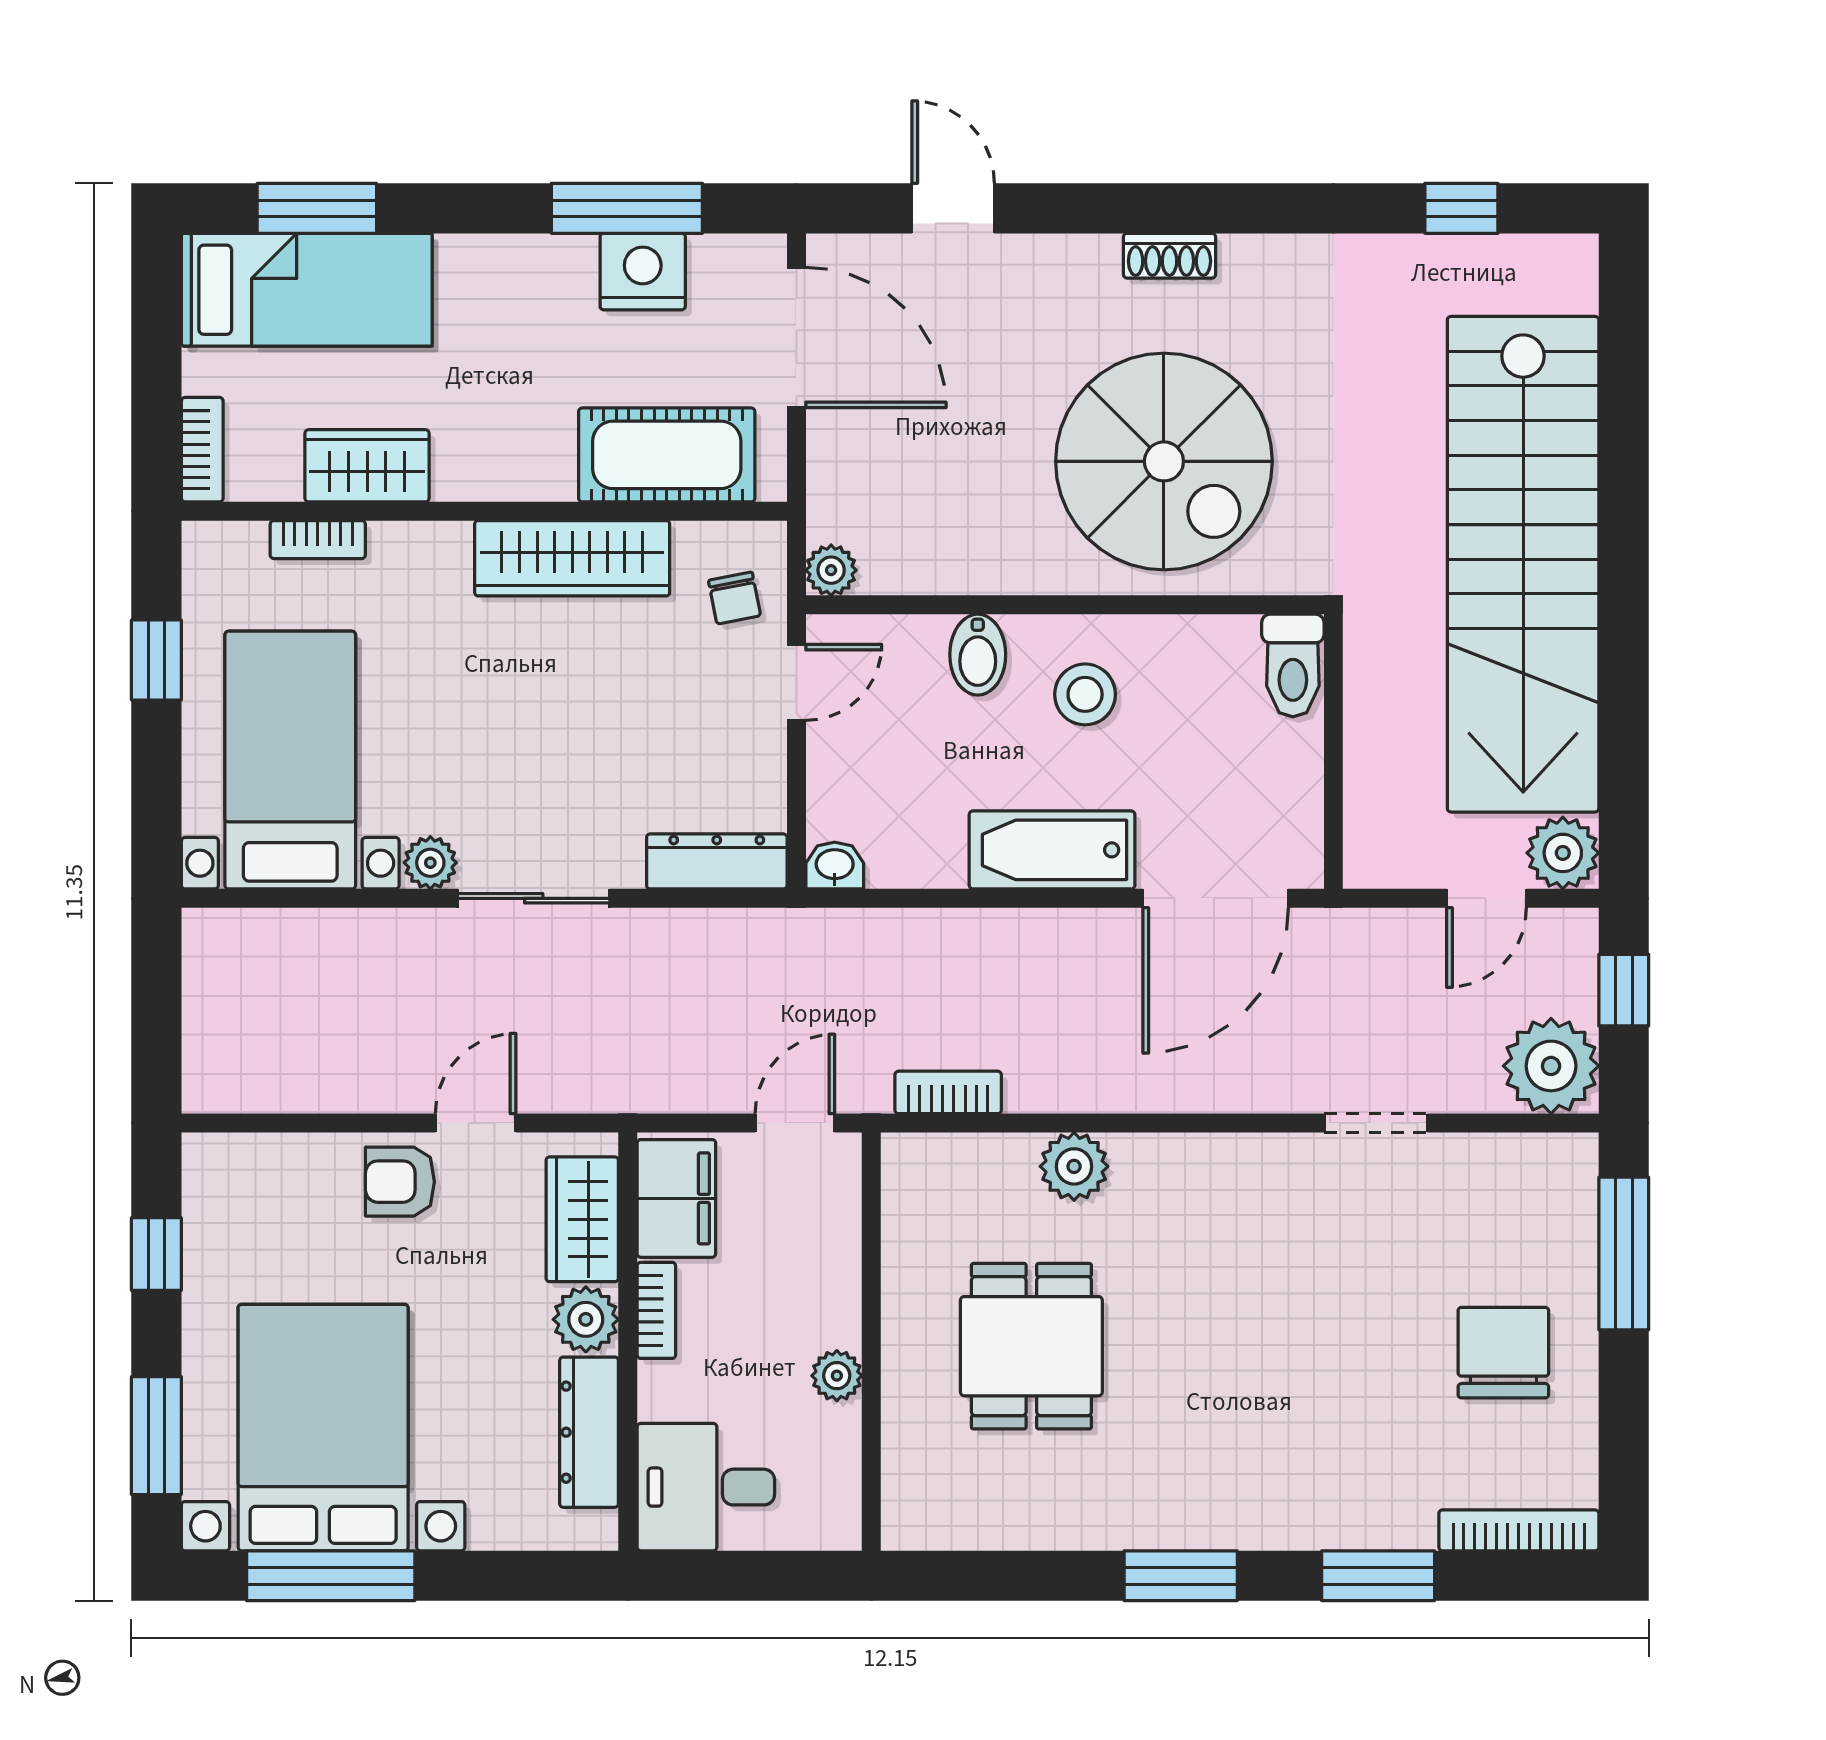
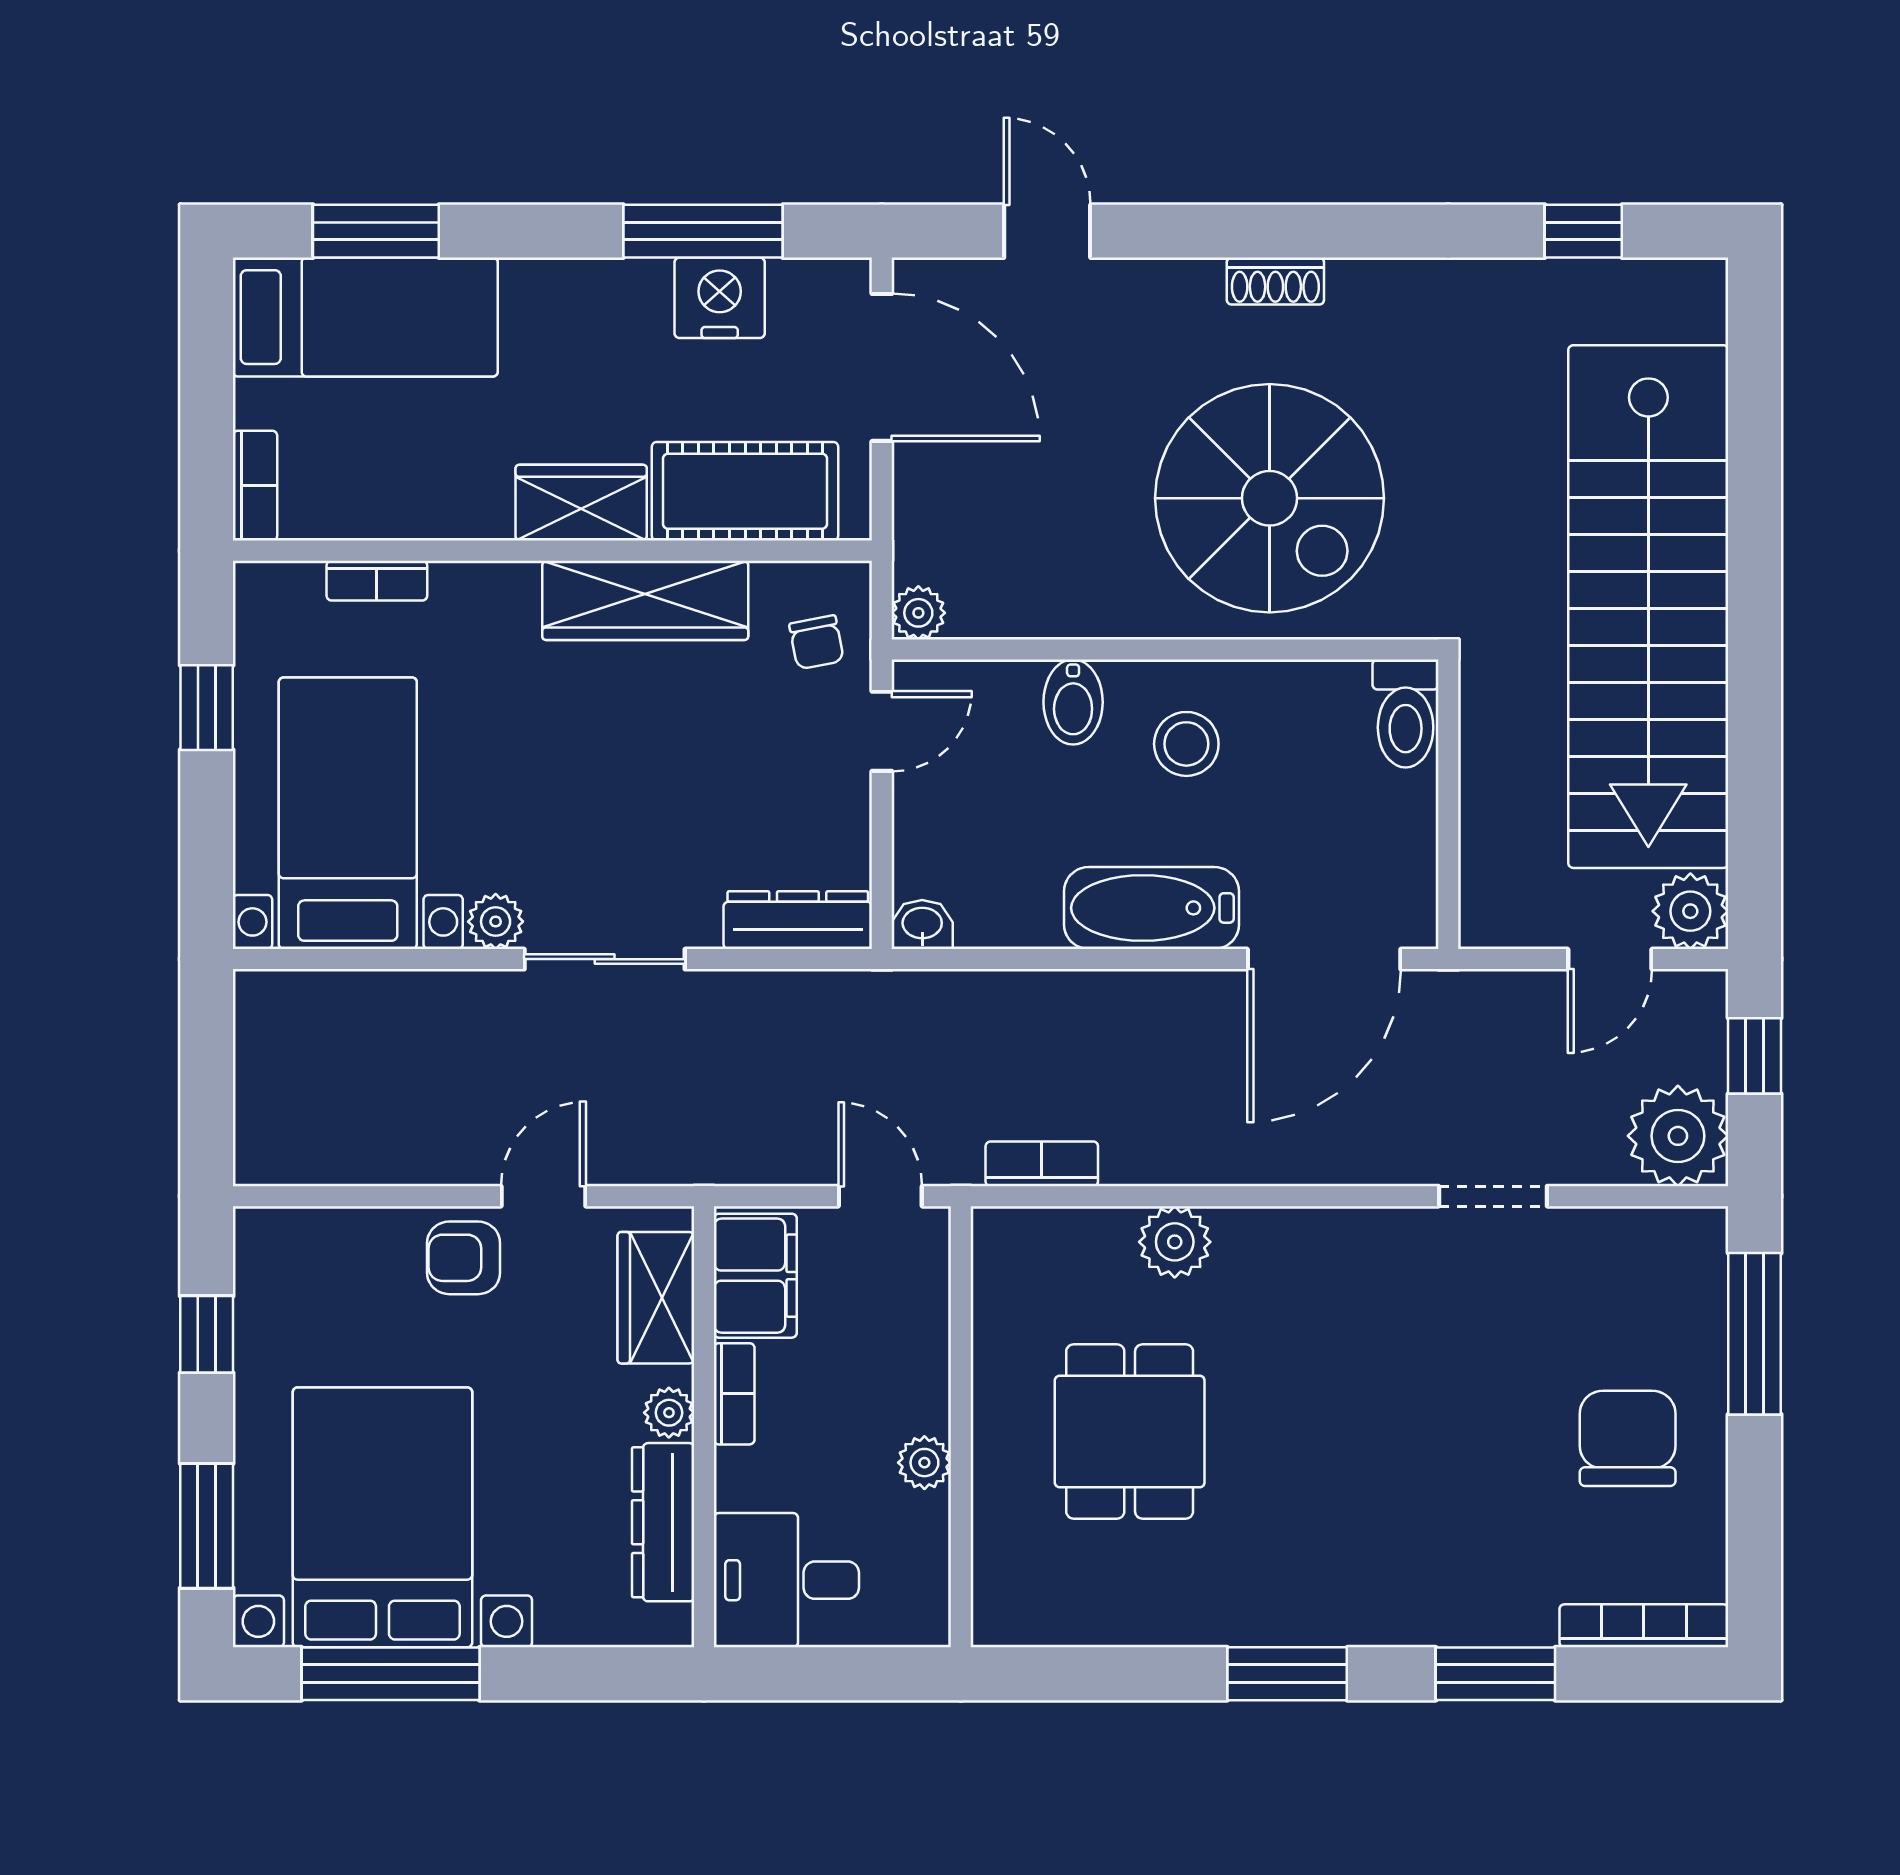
wardrobe: (367, 466) -> (581, 503), moved
door: (795, 1123) -> (880, 1196), hinge flipped
plant: (586, 1319) -> (669, 1413), width x0.73, depth x0.73

